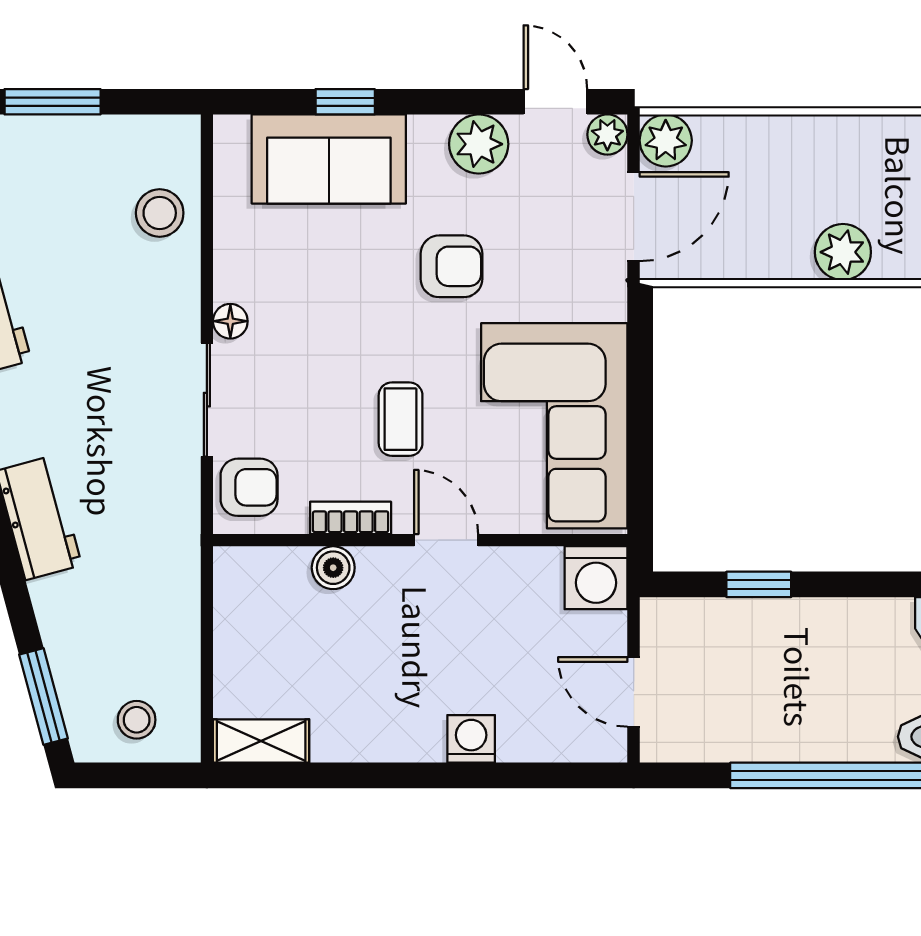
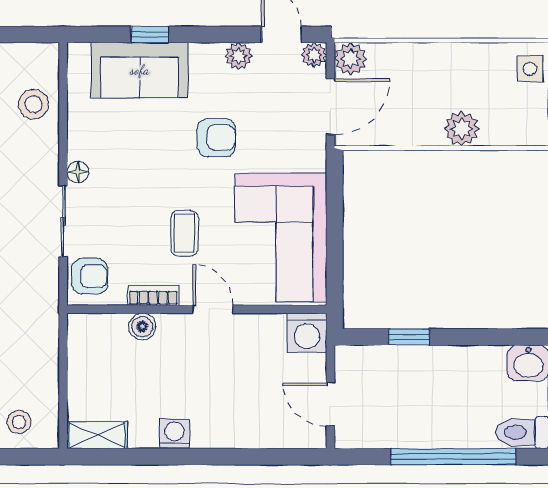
plant: (479, 144) -> (239, 56), width x0.73, depth x0.73
washing machine: (471, 739) -> (174, 434), moved

